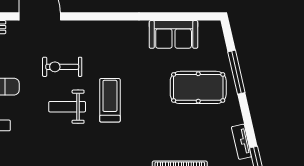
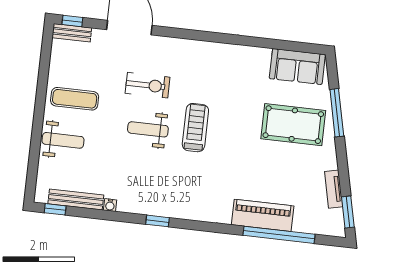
sofa: (174, 34) -> (297, 67), moved
exercise bike: (62, 67) -> (148, 85), turned 180

